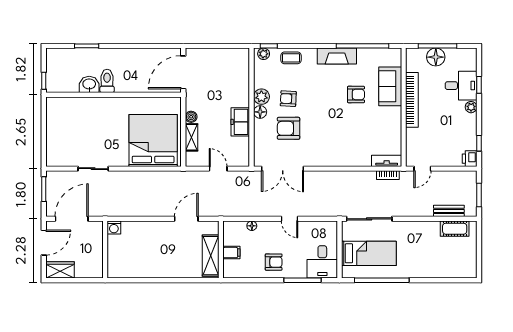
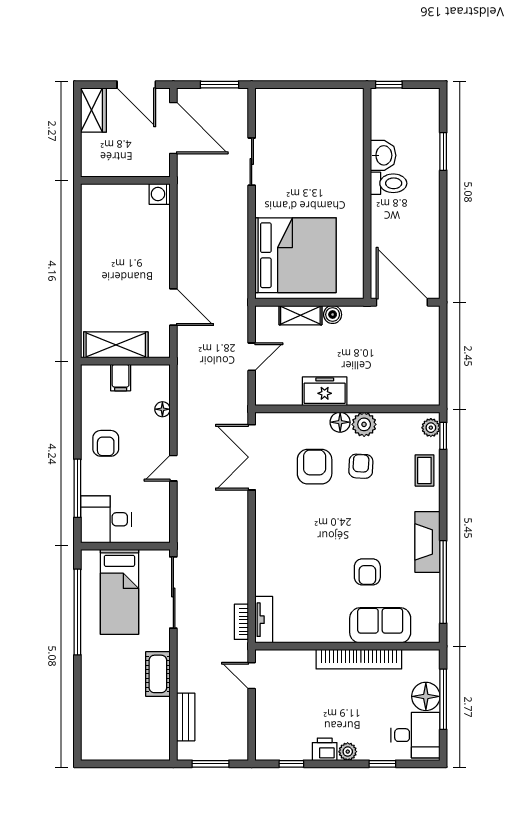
desk: (461, 86) -> (415, 735), moved, turned -90
printer: (470, 159) -> (325, 749), moved
cot: (455, 229) -> (158, 674), moved

